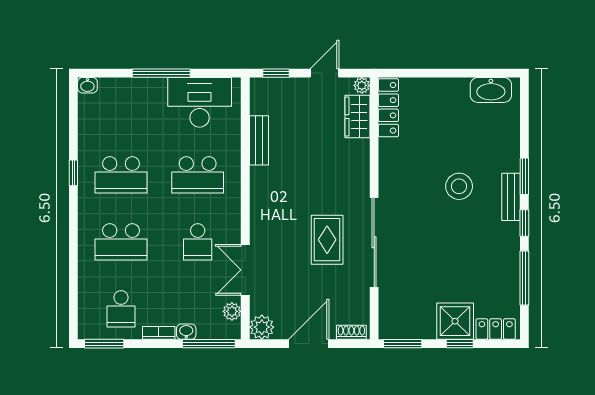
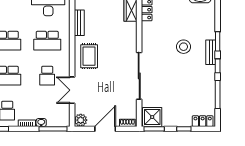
rug: (327, 240) -> (89, 56), moved
plant: (232, 311) -> (65, 112), removed
shower: (455, 321) -> (152, 117), moved

